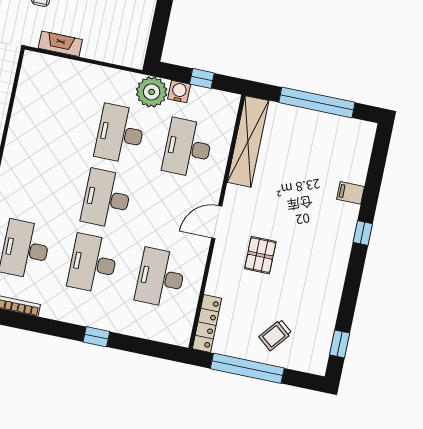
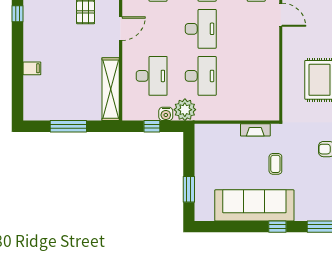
window: (317, 102) -> (68, 126), width x0.68
window: (363, 233) -> (18, 14), moved

